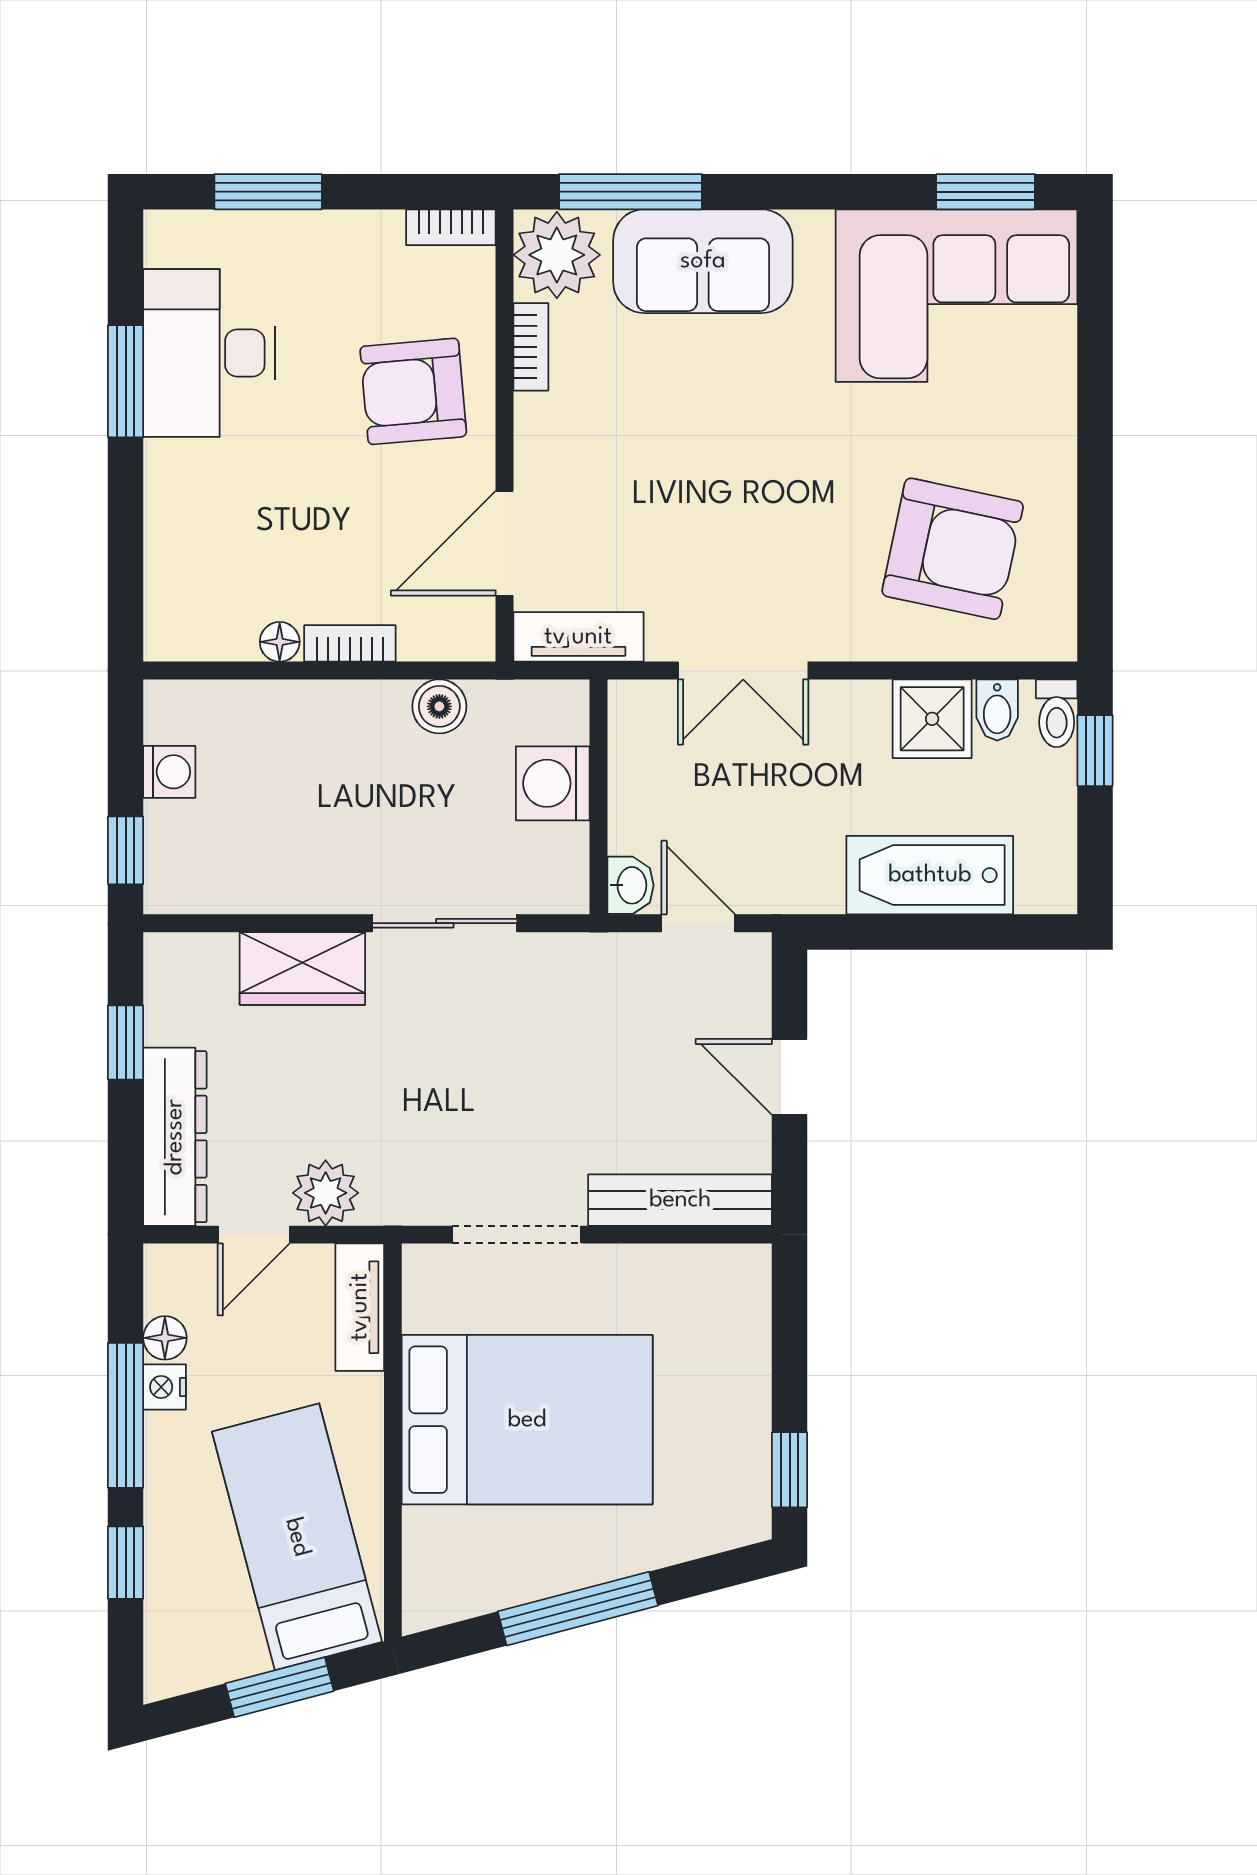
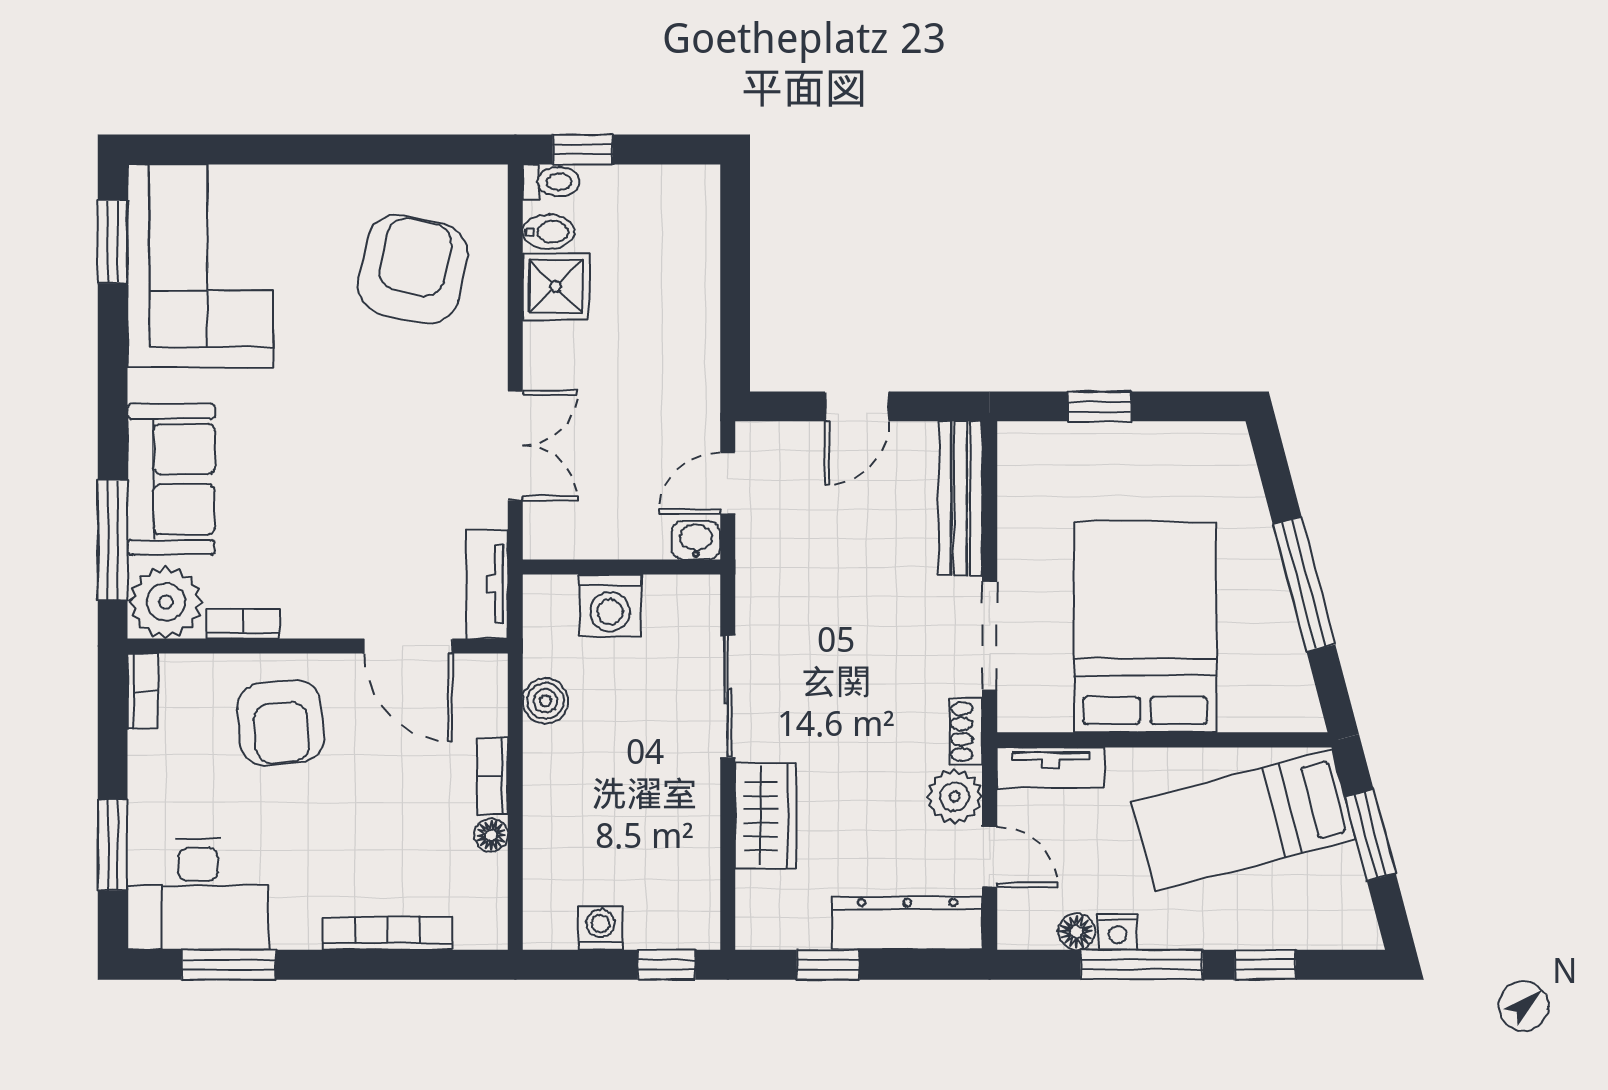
desk: (209, 353) -> (198, 894), moved
window: (126, 381) -> (229, 965), moved
bookcase: (163, 519) -> (388, 933), added
bathtub: (930, 875) -> (687, 289), removed
shoe rack: (403, 1207) -> (966, 732), added
window: (790, 1470) -> (1099, 406), moved

